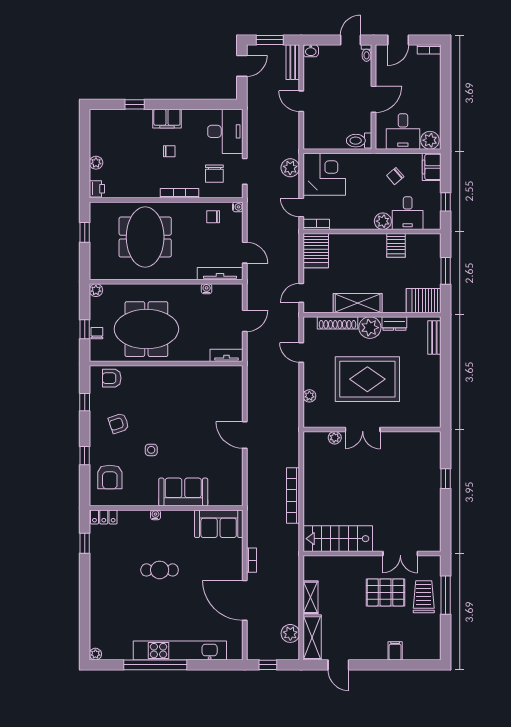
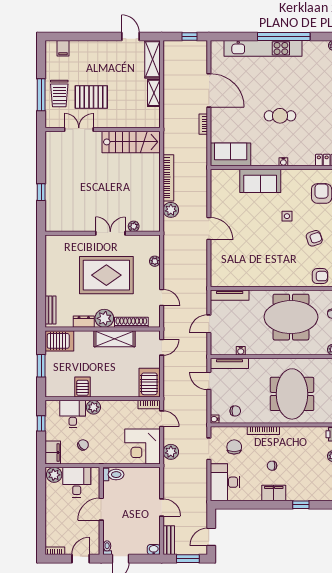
tv unit: (227, 355) -> (230, 295), width x1.41
plant: (290, 633) -> (171, 210), moved
filing cabinet: (395, 651) -> (63, 48), moved

